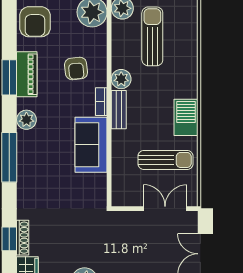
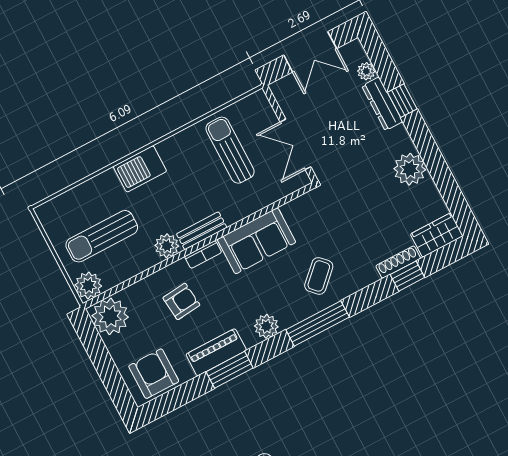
armchair: (35, 22) -> (154, 374), turned -90
barbecue: (186, 117) -> (140, 169), moved
coffee table: (43, 176) -> (319, 276), added
double door: (165, 209) -> (295, 144), moved

